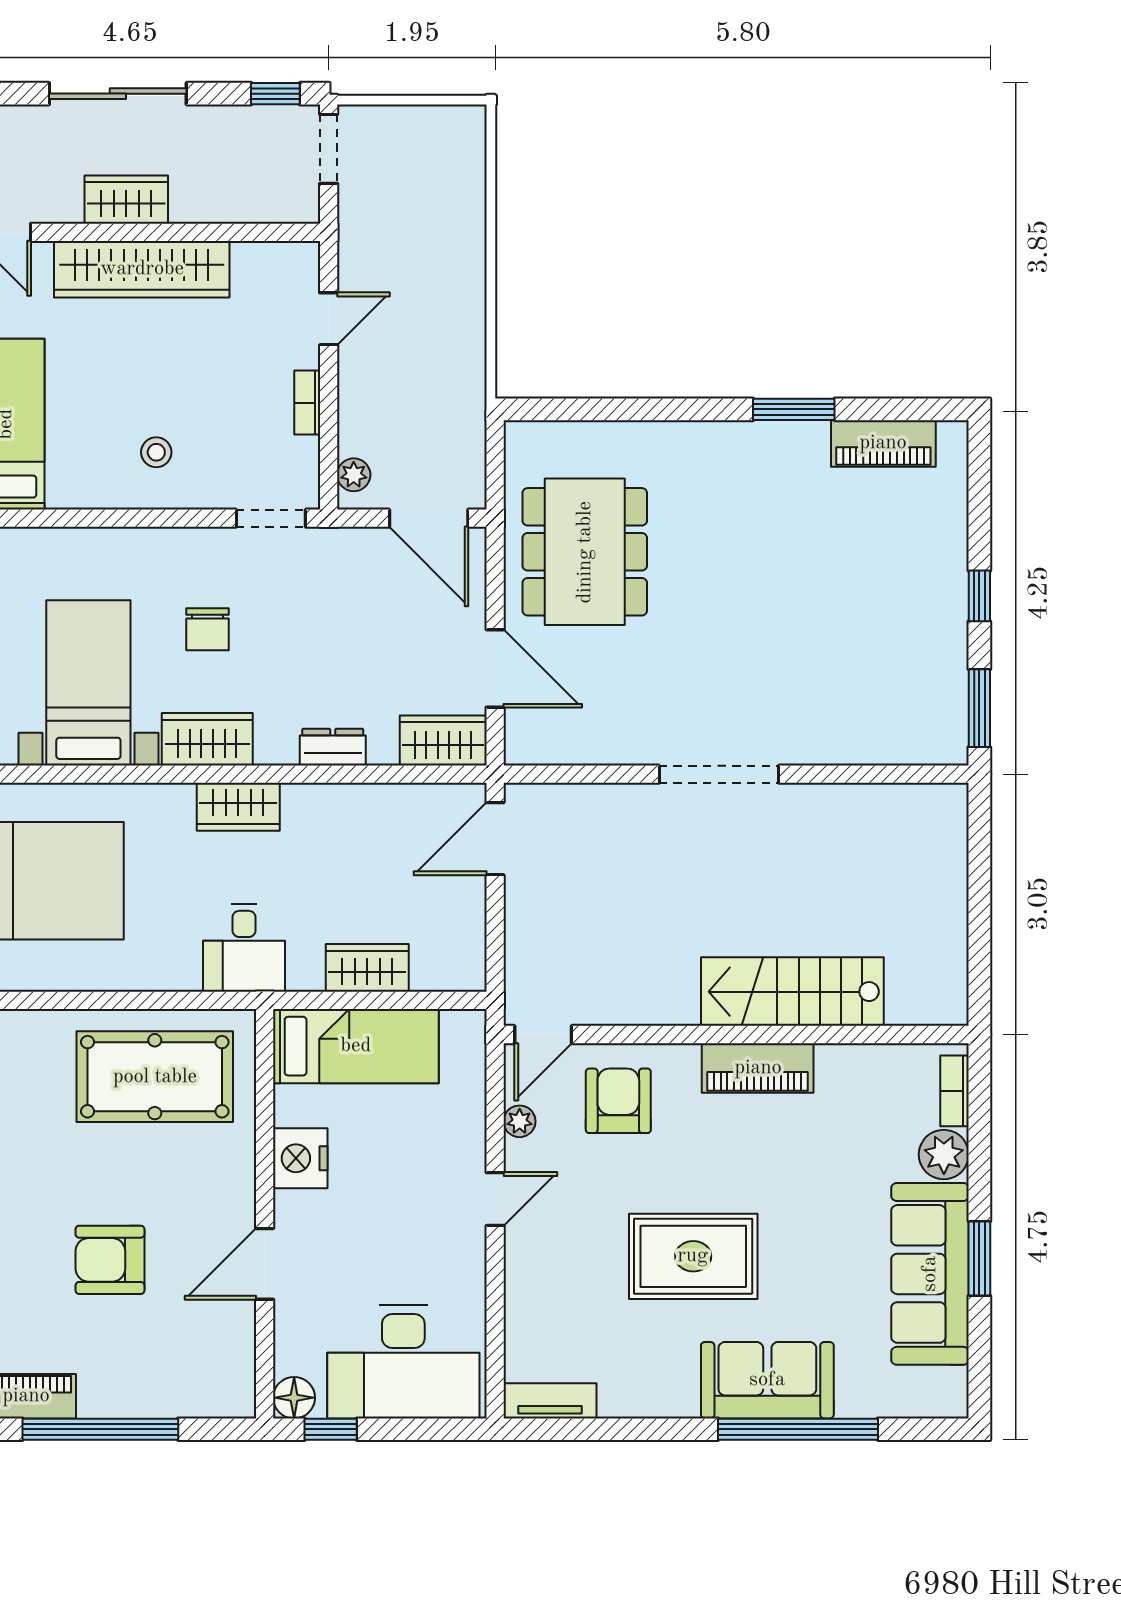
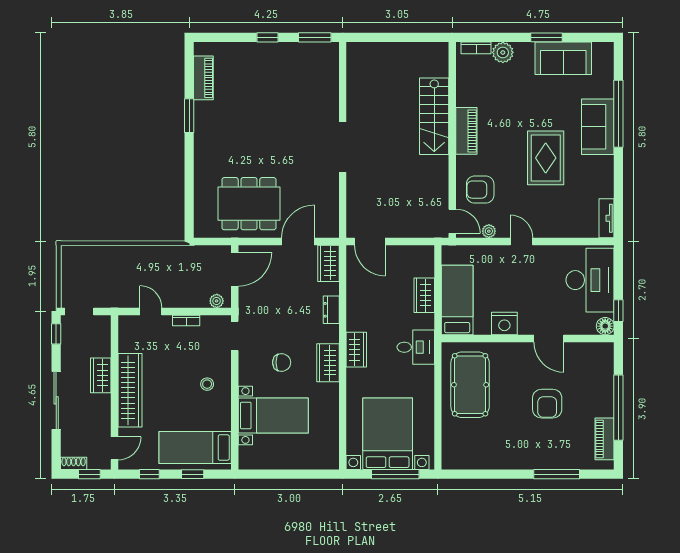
wardrobe: (126, 200) -> (101, 375), moved
bed with nightstands: (88, 683) -> (273, 416), moved, turned 180
sofa: (930, 1274) -> (563, 58), width x0.73

